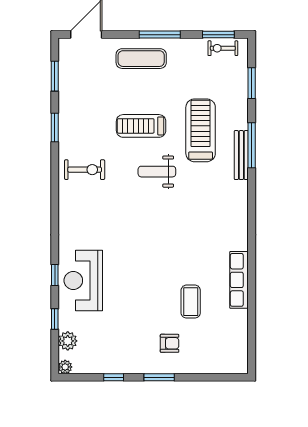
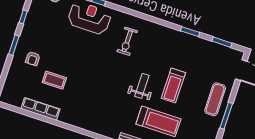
treadmill: (141, 126) -> (173, 85), turned 180
exercise bike: (85, 170) -> (127, 41), moved
row of seats: (239, 280) -> (40, 109), moved

